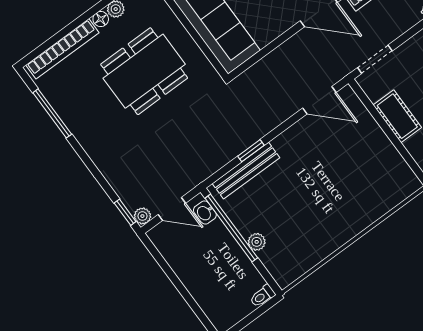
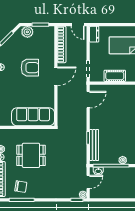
dining table: (144, 71) -> (31, 155), width x0.73
chair: (75, 94) -> (21, 187), added

